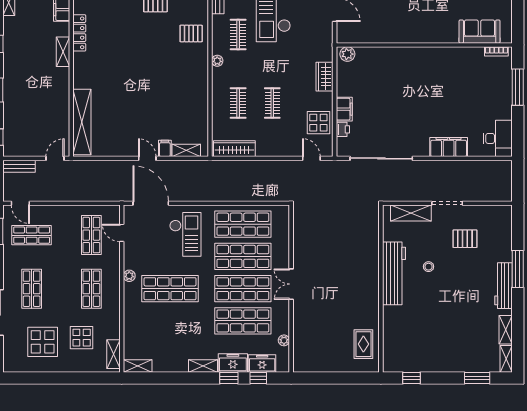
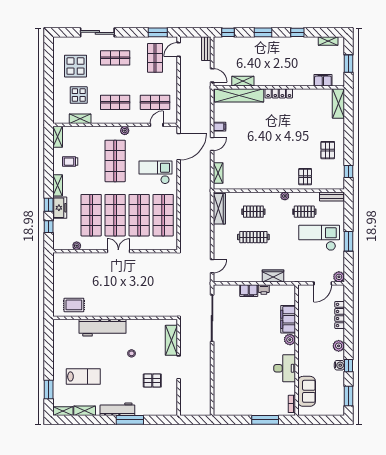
locker: (79, 33) -> (279, 93), moved
shelving: (63, 52) -> (243, 81), moved
plant: (347, 54) -> (290, 340), moved
clothes rail: (272, 103) -> (253, 237), width x1.36
display table: (318, 123) -> (239, 271), removed
printer: (343, 129) -> (264, 290), moved
desk: (498, 138) -> (285, 368), moved, turned -90
filing cabinet: (449, 147) -> (288, 319), moved, turned 180
filing cabinet: (165, 148) -> (220, 127), moved
checkout: (185, 234) -> (155, 172), turned 180
pallet: (465, 239) -> (152, 381), turned 90
workbench: (394, 273) -> (103, 328), moved
lab bench: (460, 331) -> (83, 376), added
trolley: (171, 349) -> (70, 162), added
shelving: (113, 354) -> (80, 119), moved
freezer: (262, 364) -> (59, 229), removed
window: (411, 378) -> (49, 341), removed

